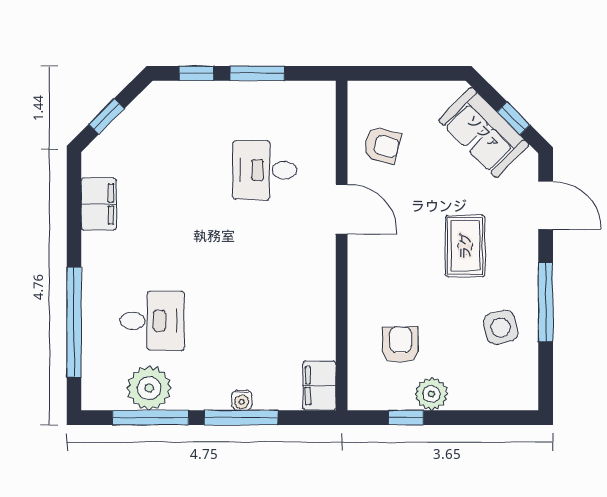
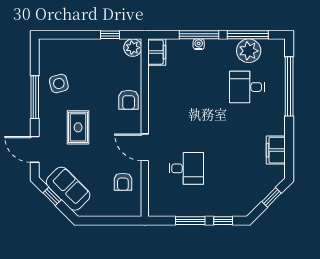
armchair: (382, 145) -> (123, 182), turned -104
armchair: (400, 345) -> (129, 100), moved
plant: (431, 394) -> (133, 48), moved

